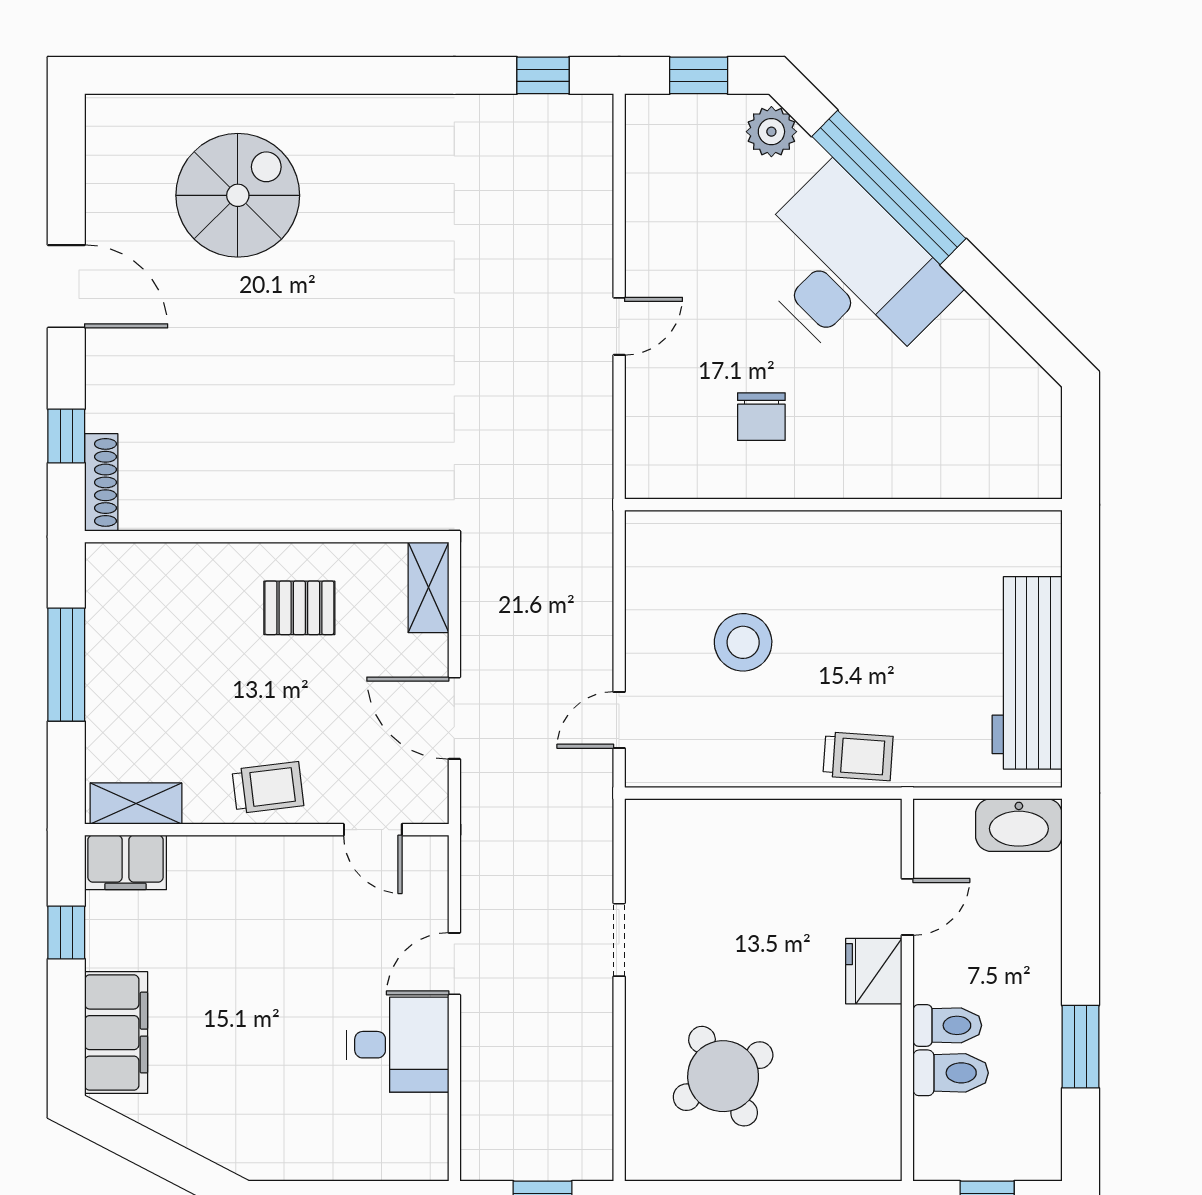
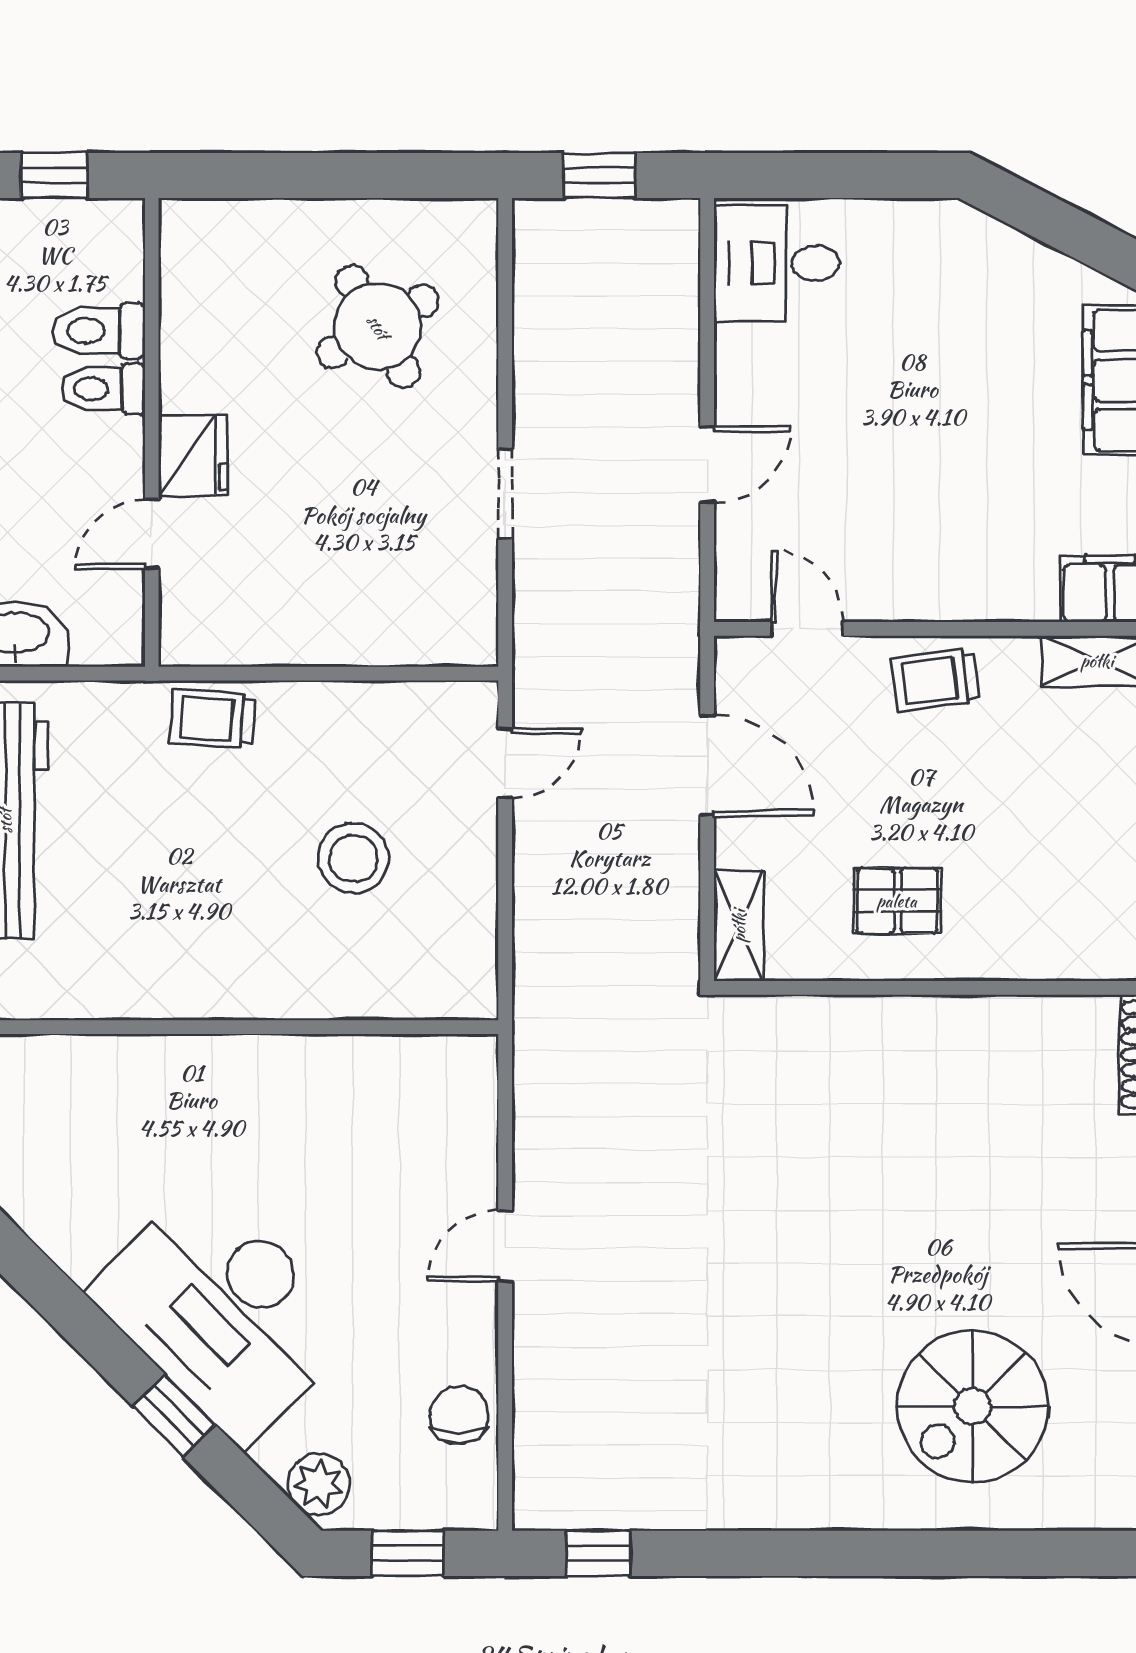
window: (889, 188) -> (175, 1416), width x0.32
chair: (761, 417) -> (459, 1415), moved
desk: (398, 1045) -> (777, 263), moved

